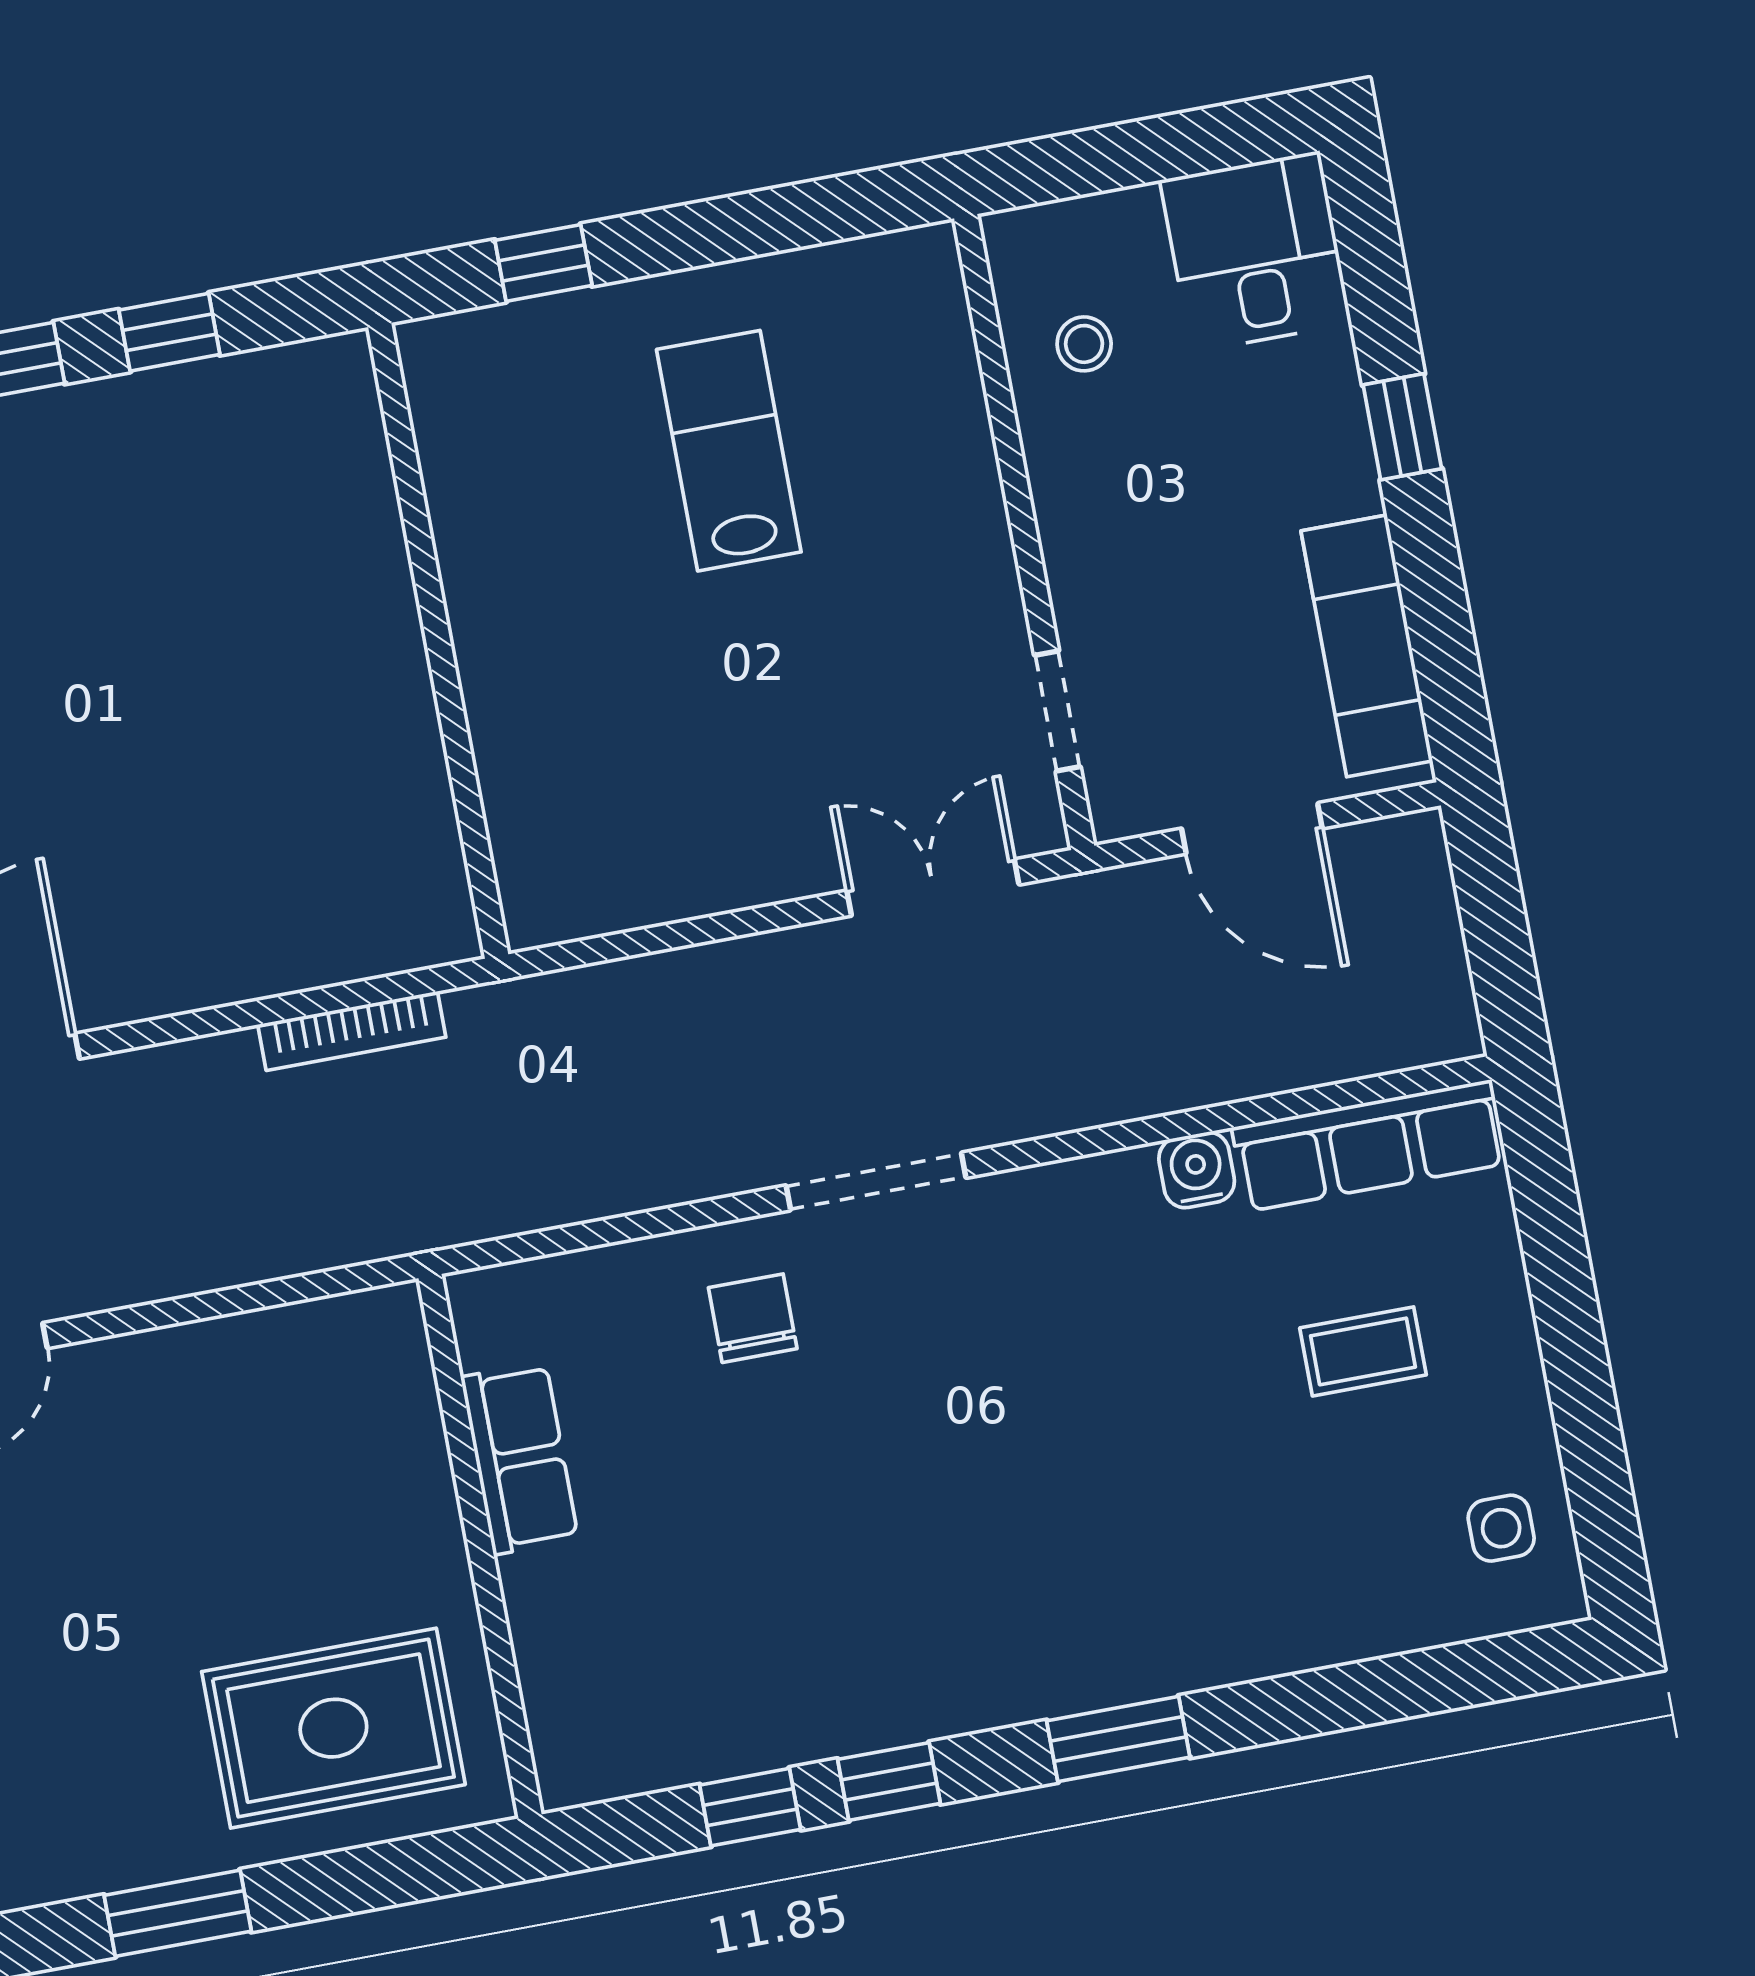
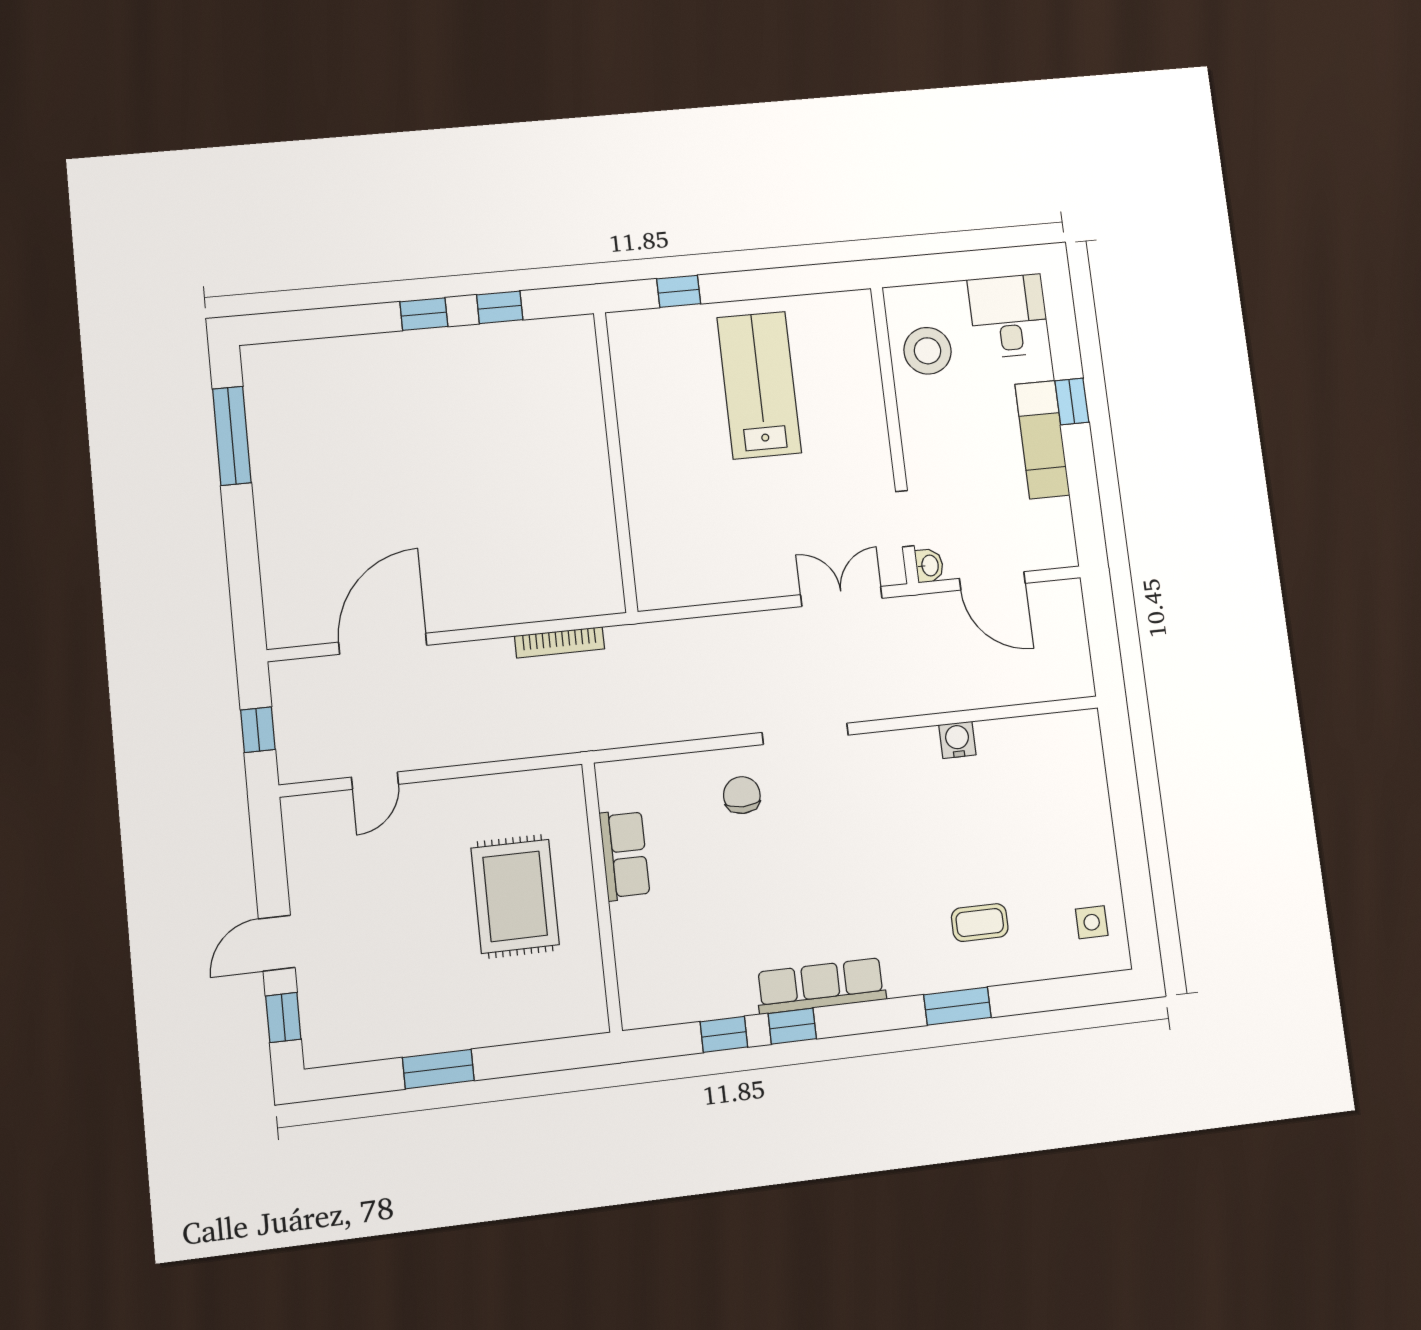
stool: (1084, 344) -> (928, 351), width x1.89, depth x1.89
lab bench: (729, 451) -> (759, 385), width x1.36, depth x1.39
exam couch: (1367, 646) -> (1042, 440), moved
washbasin: (1115, 807) -> (929, 566), added
row of seats: (1369, 1146) -> (821, 986), moved, turned 180
coffee table: (1363, 1351) -> (980, 923), moved
rug: (333, 1728) -> (515, 896), moved, turned 90
window: (1118, 1739) -> (957, 1006), moved

